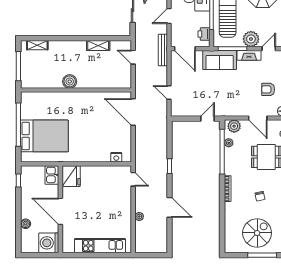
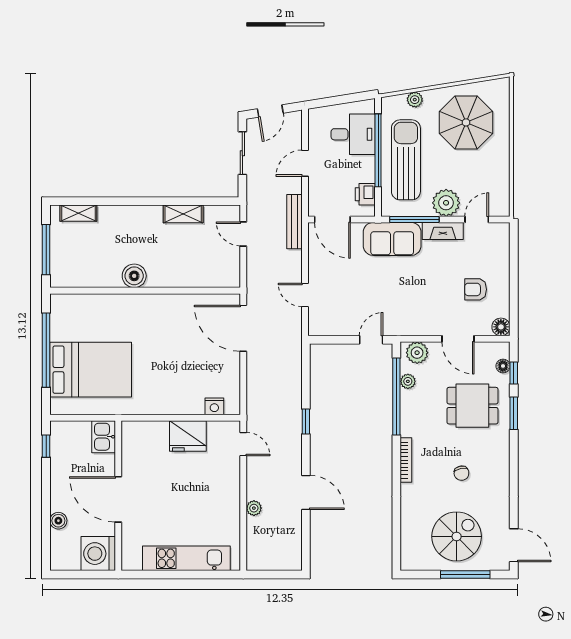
fridge: (71, 176) -> (188, 436), moved, turned 90

